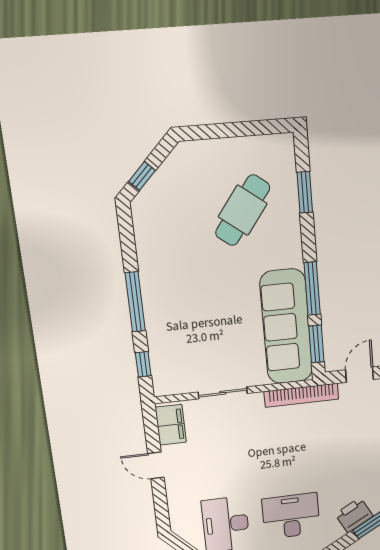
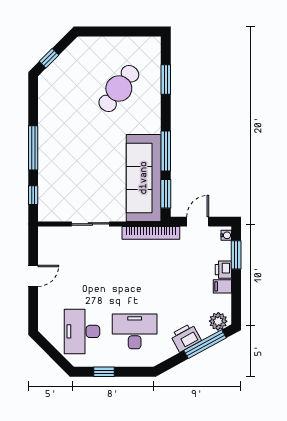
filing cabinet: (171, 425) -> (48, 245), removed
door: (156, 465) -> (33, 276), swing flipped

